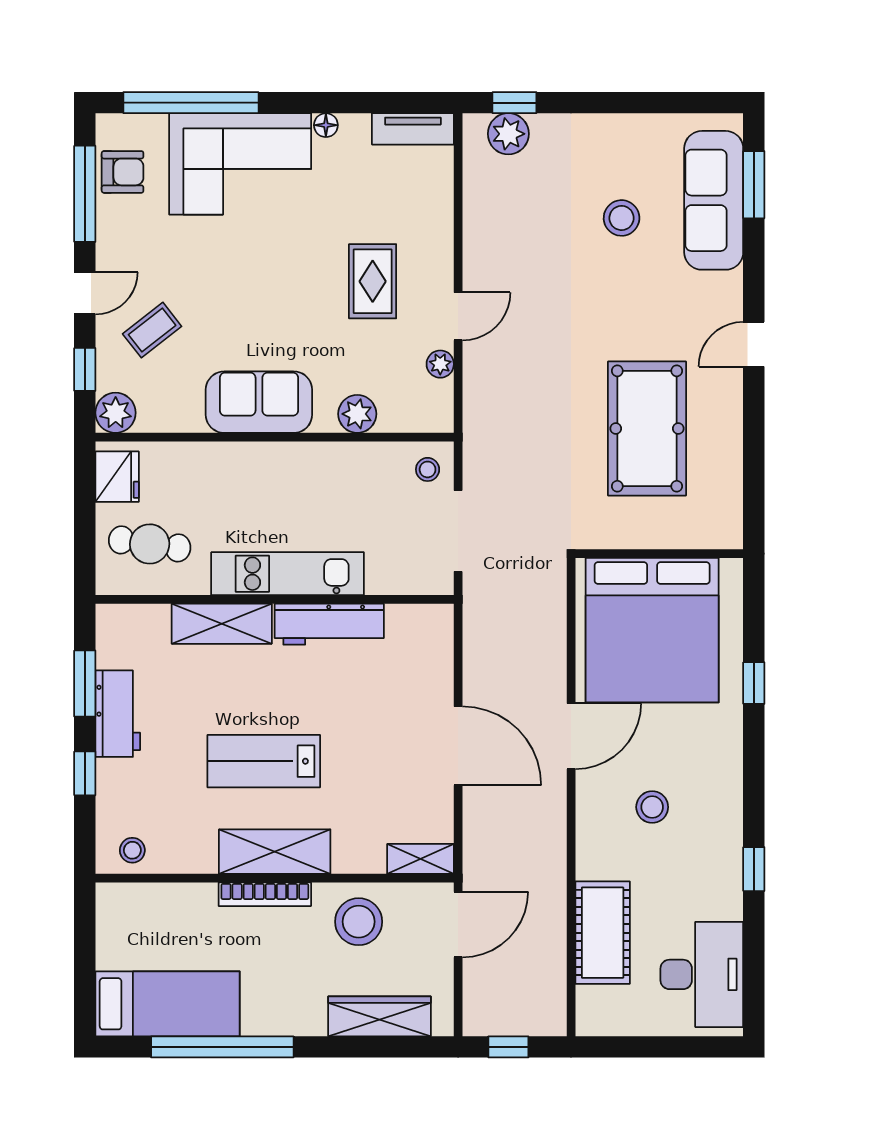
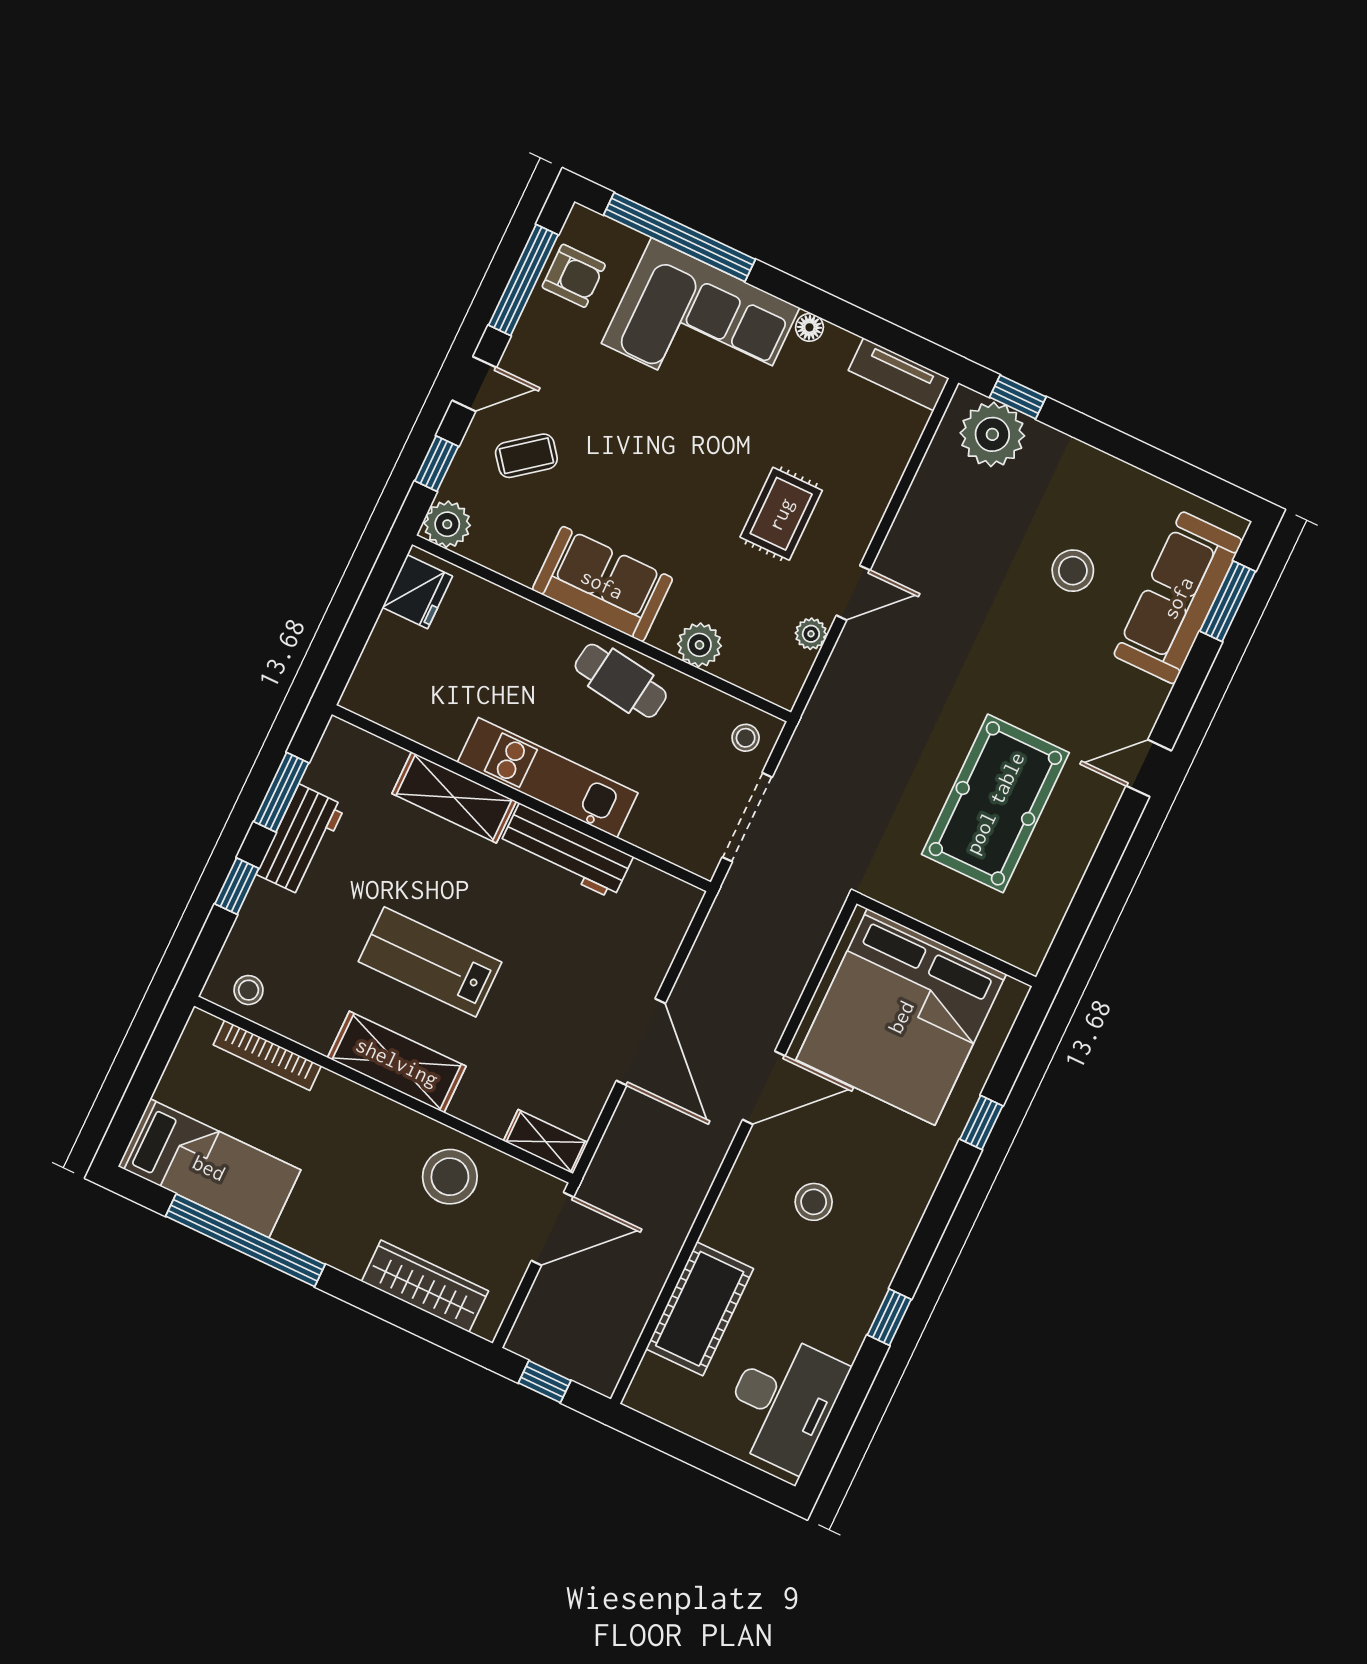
plant: (508, 134) -> (992, 434), width x1.36, depth x1.36
cafe table: (150, 544) -> (621, 681), moved
bookcase: (265, 894) -> (267, 1055), moved

